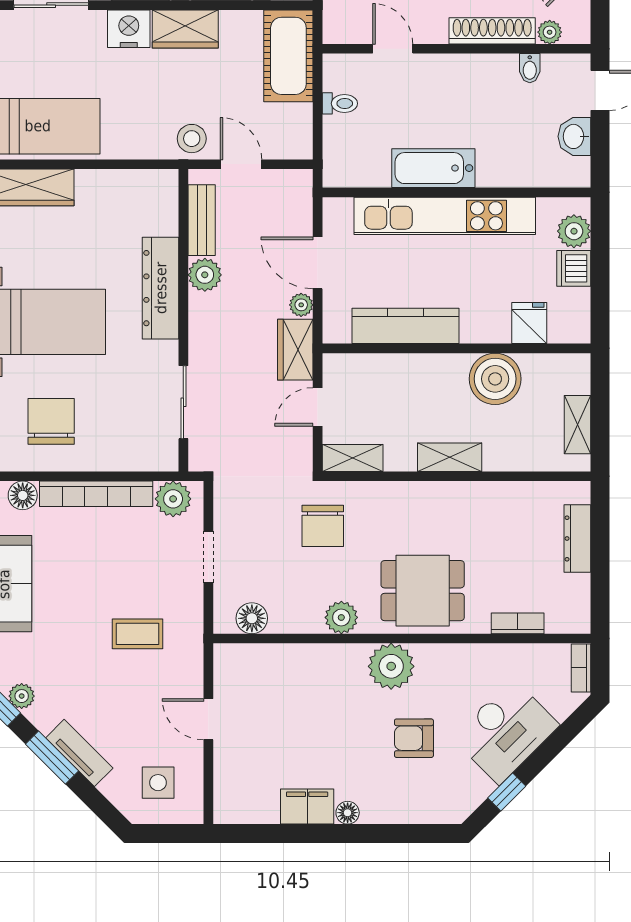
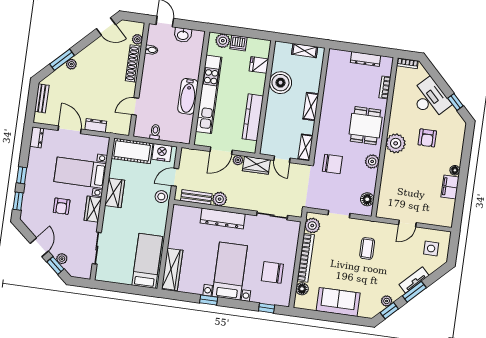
nightstand: (129, 29) -> (162, 153), moved, turned 90
dresser: (577, 538) -> (366, 59), moved

